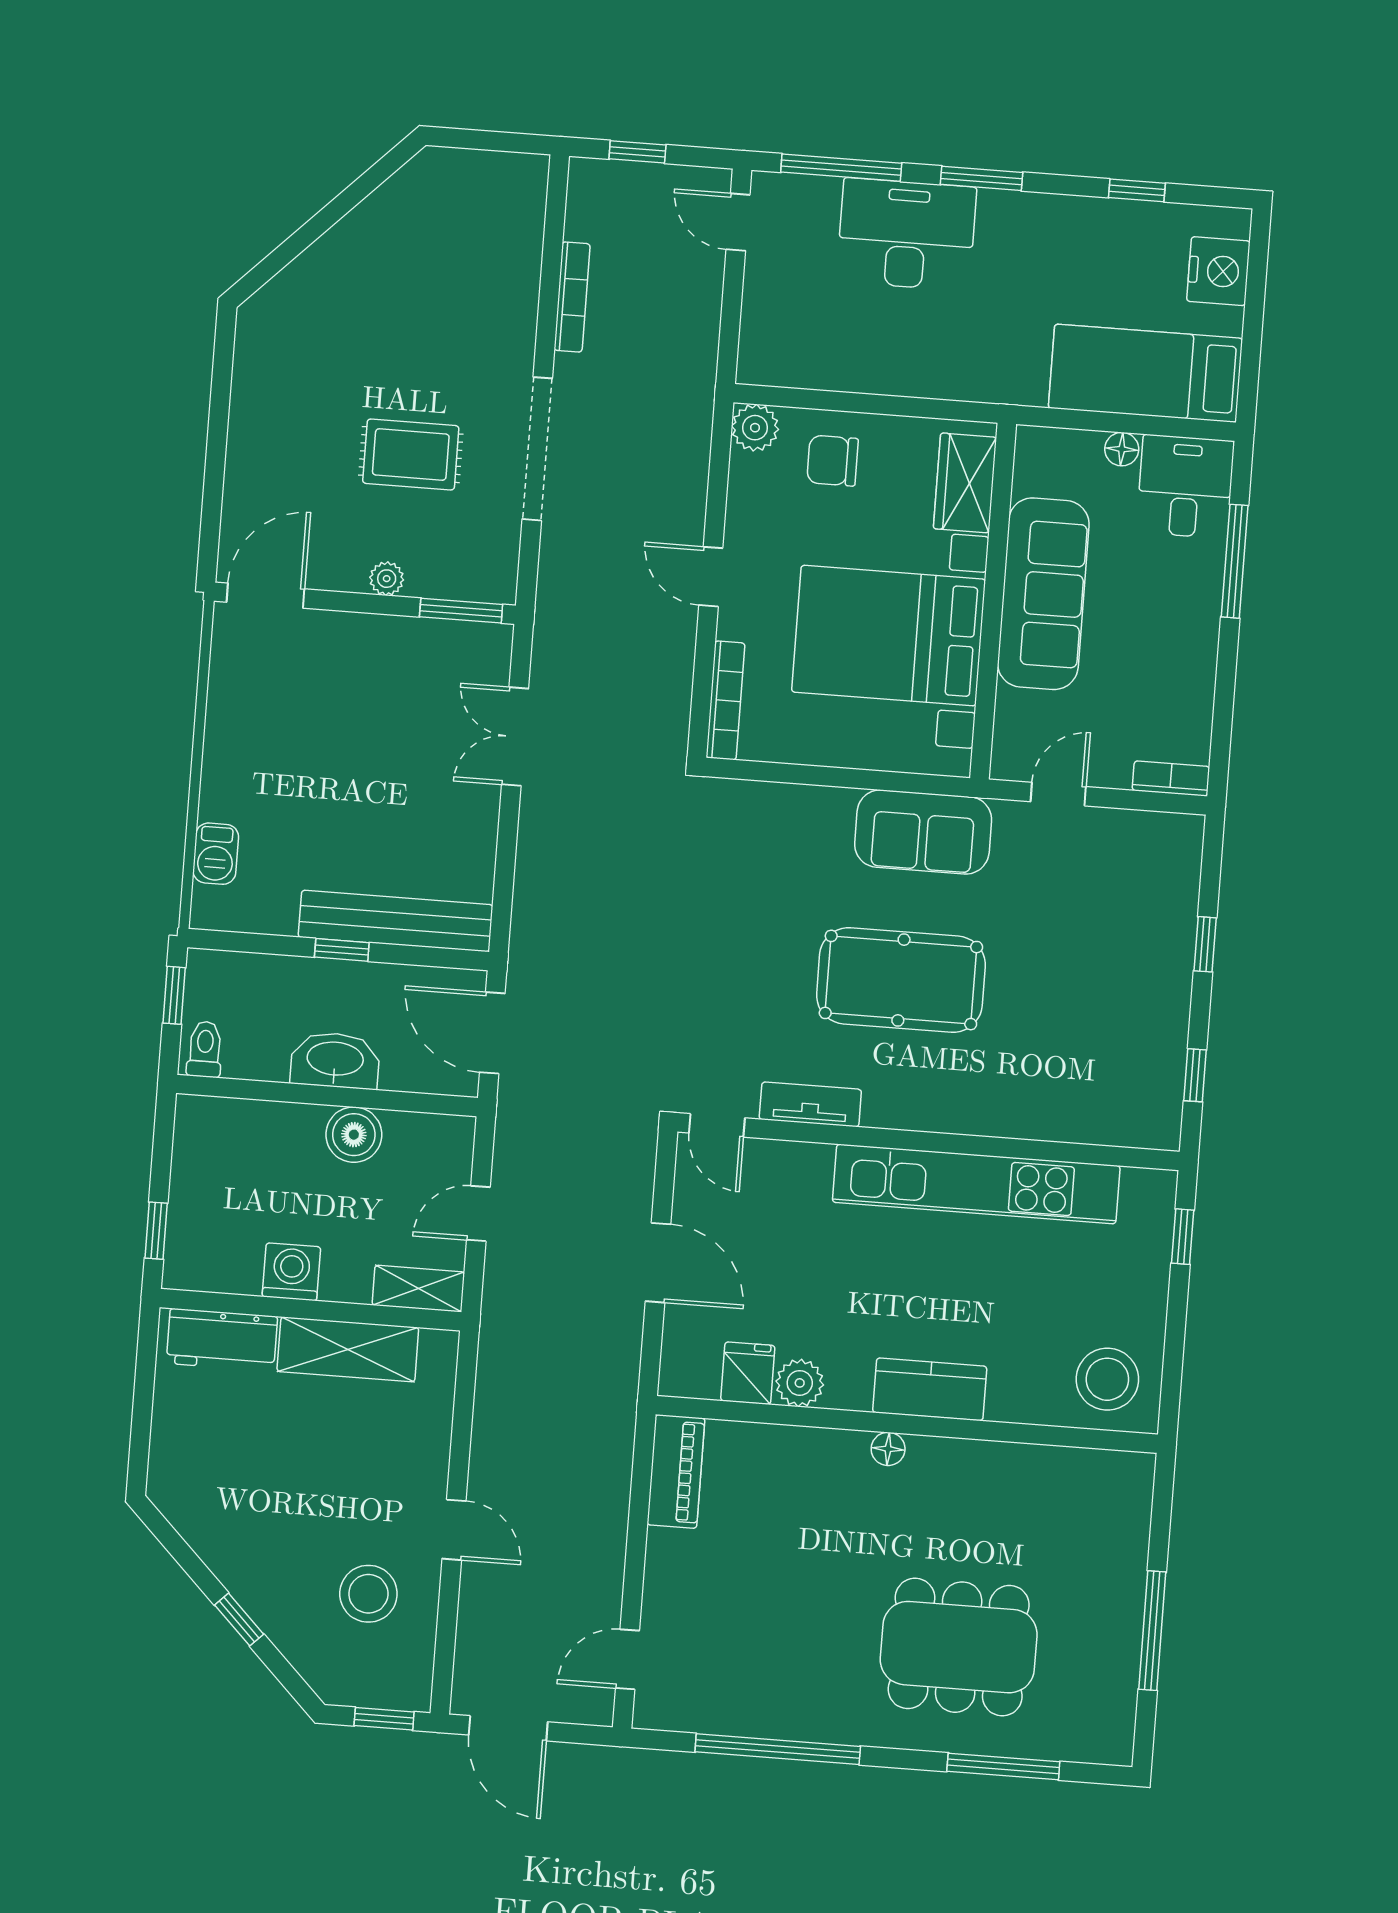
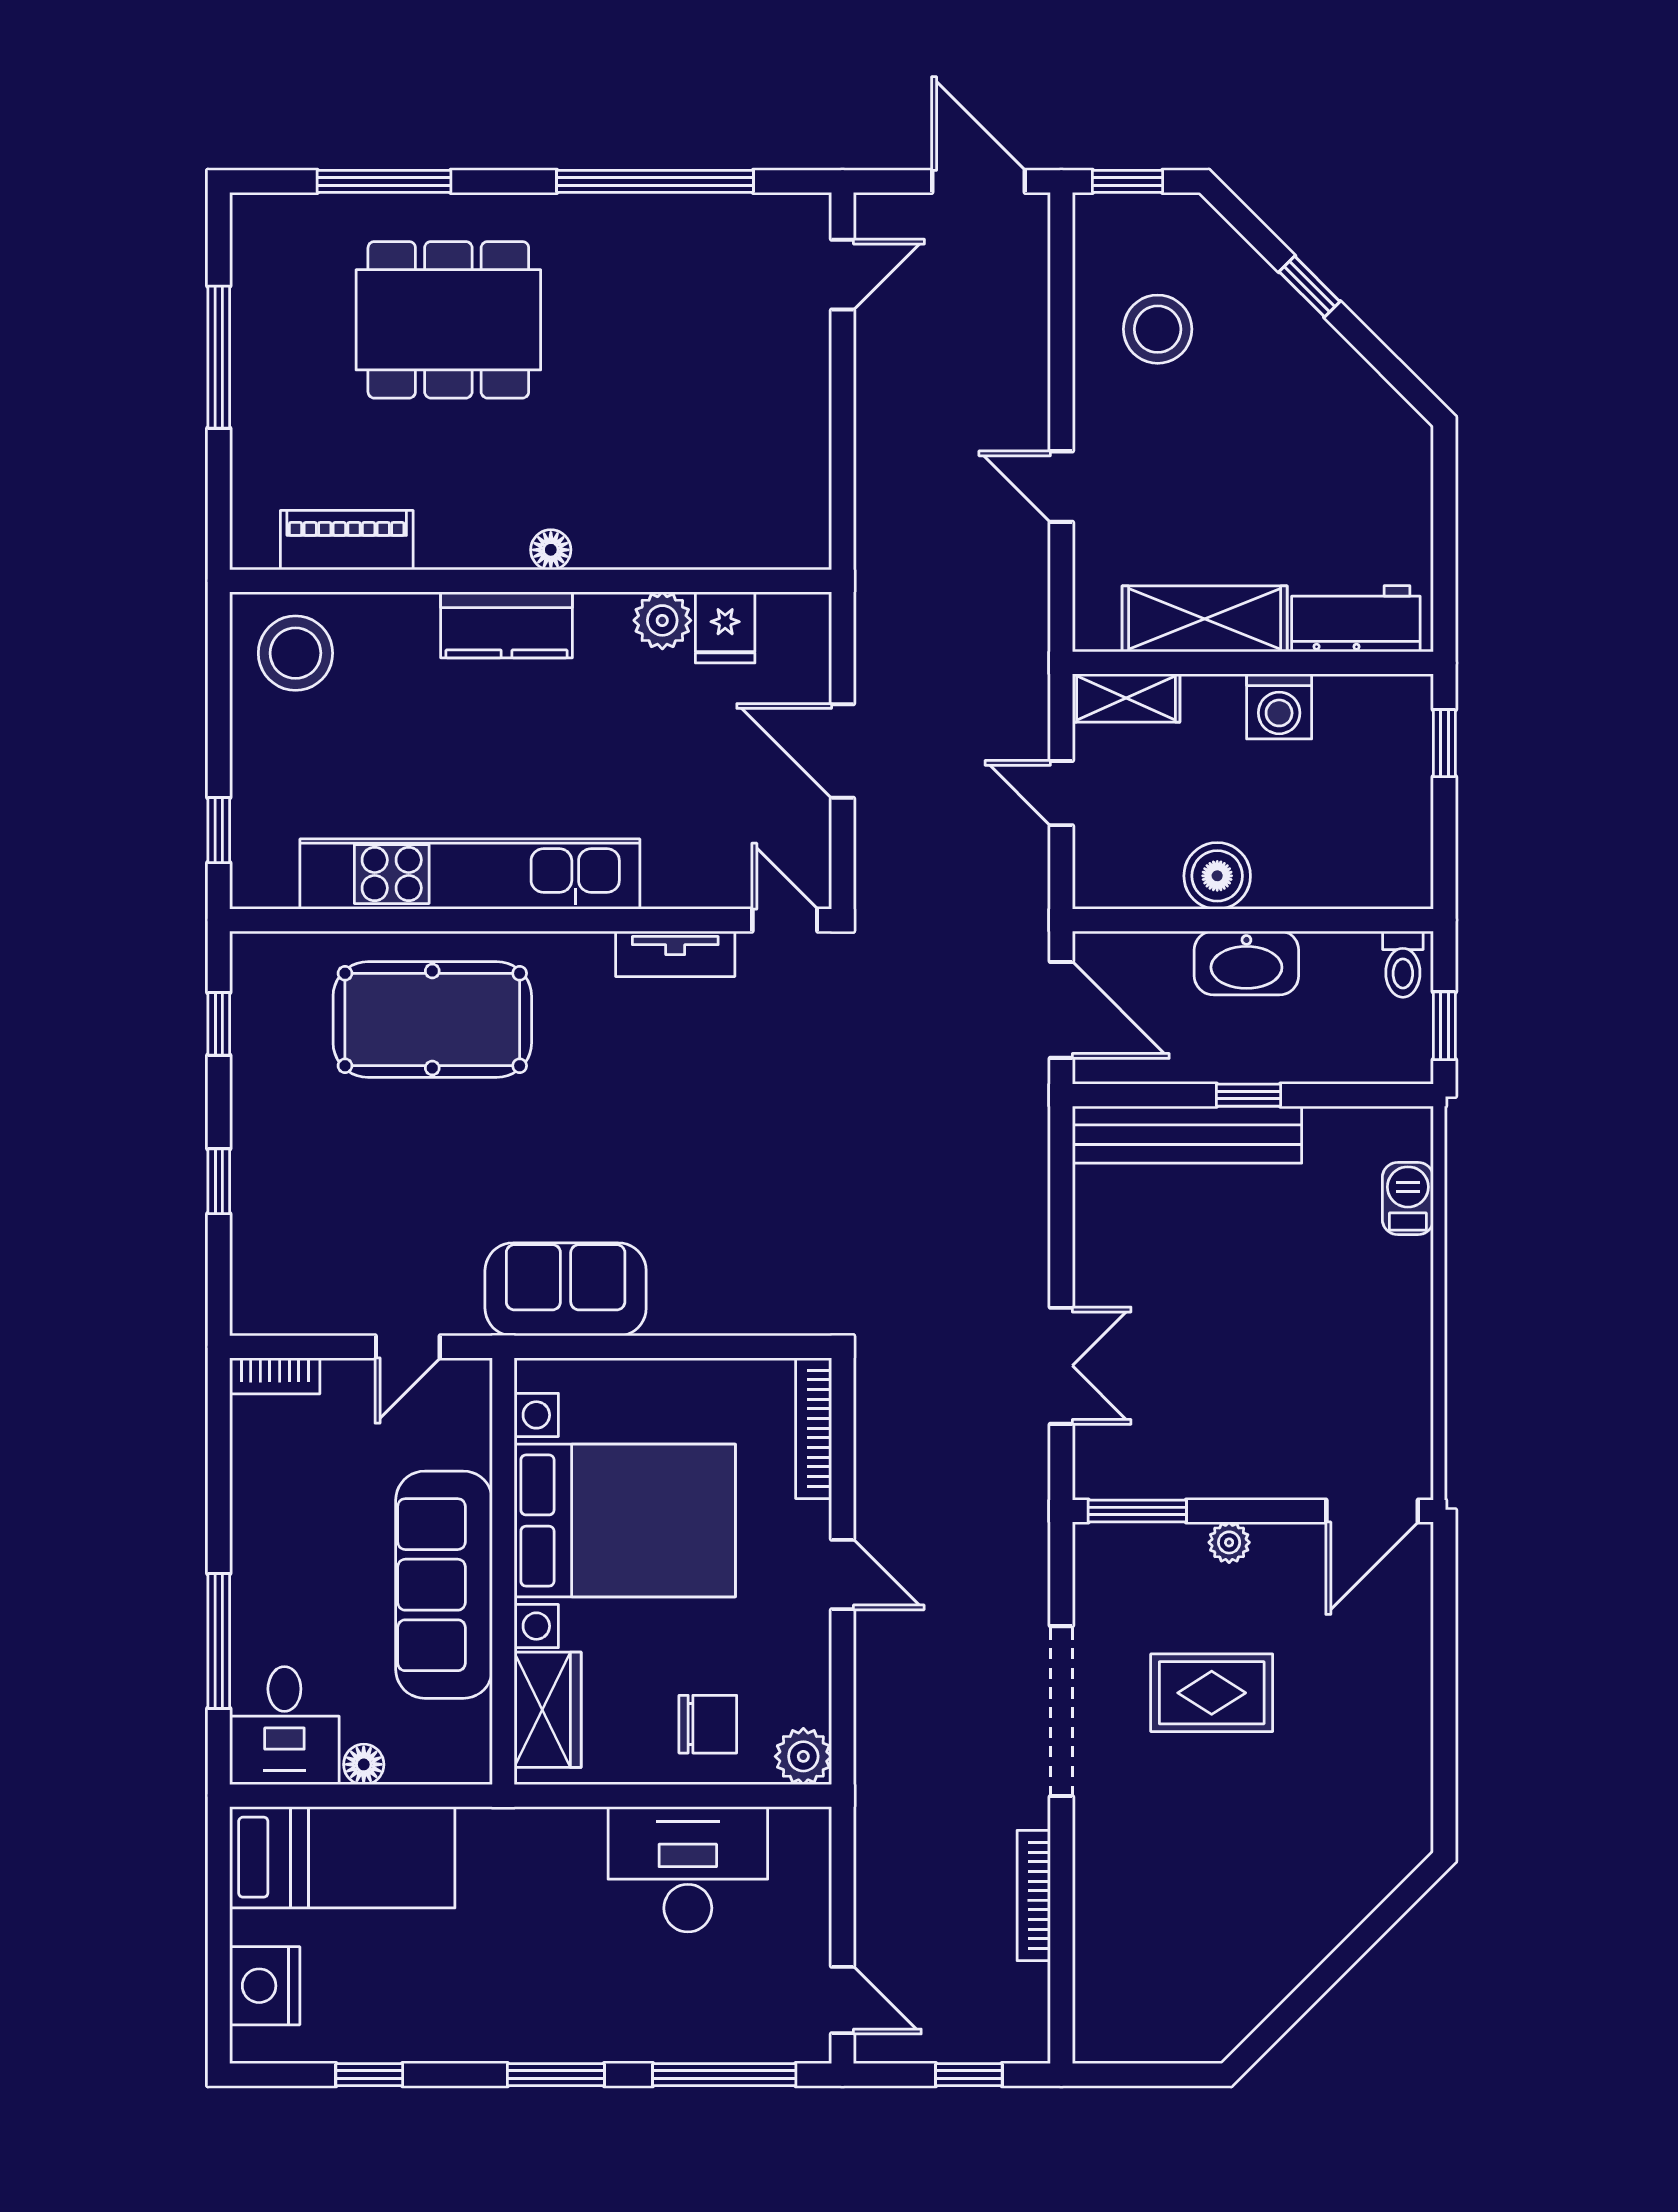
desk: (907, 234) -> (688, 1869), moved, turned 180
pool table: (901, 980) -> (432, 1020), moved
door: (478, 1214) -> (1061, 793), swing flipped
piano: (676, 1471) -> (347, 540), moved, turned 90
door: (454, 1530) -> (1061, 487), moved

